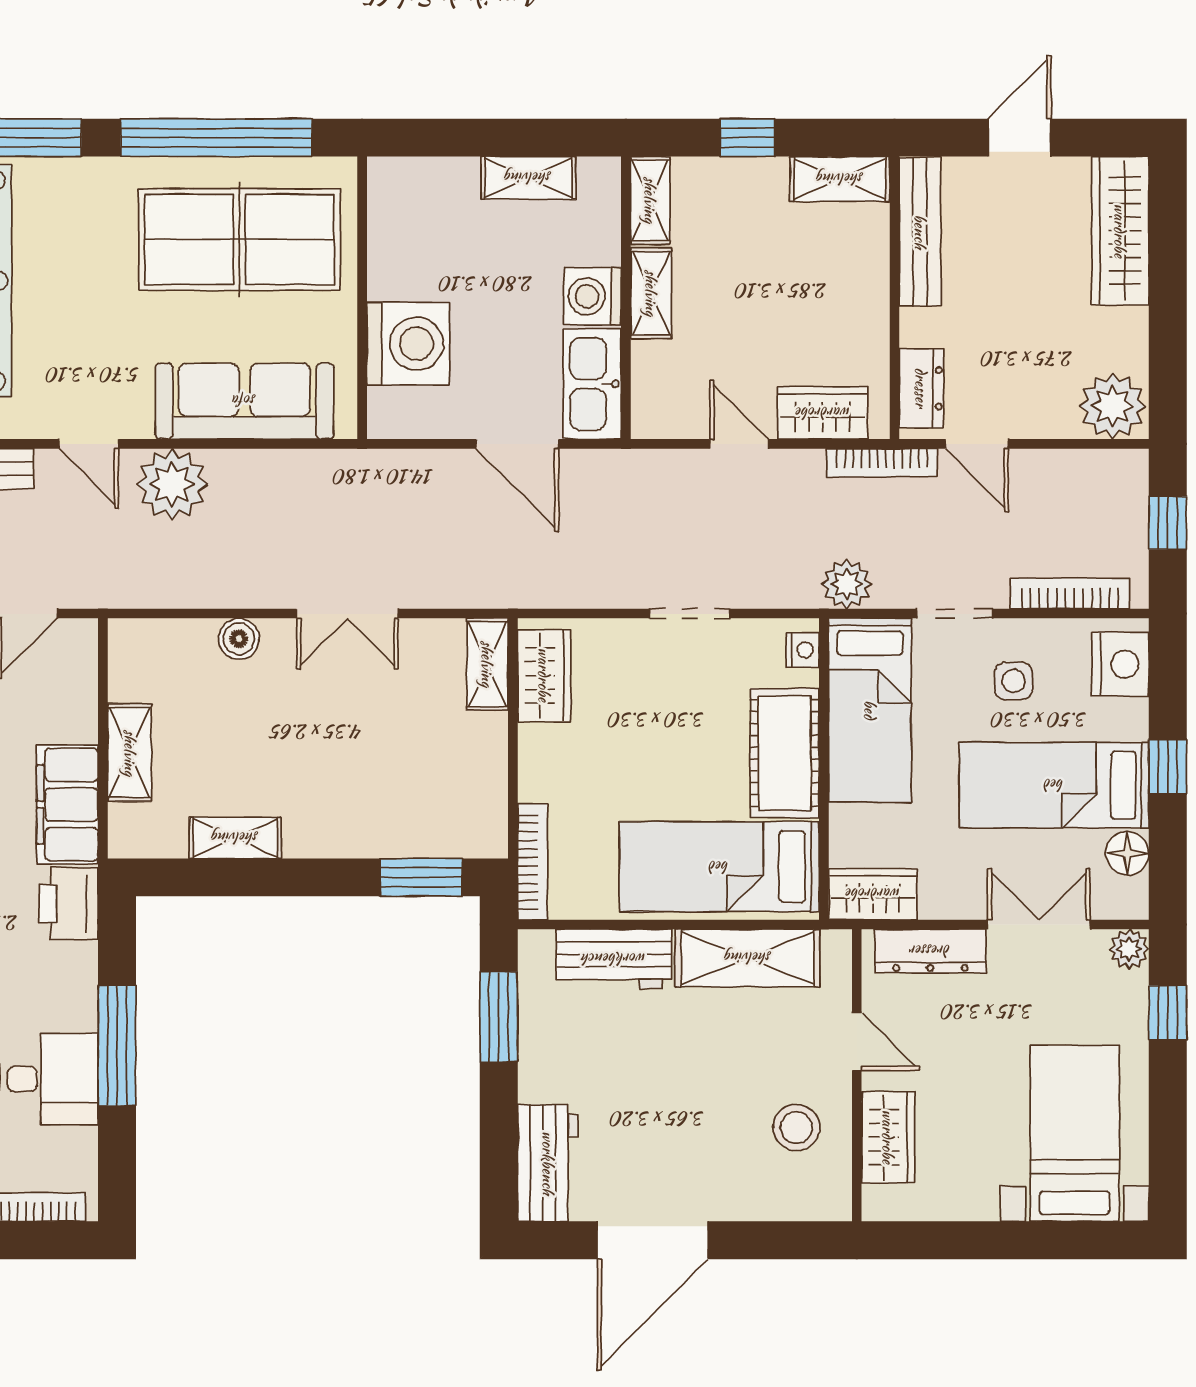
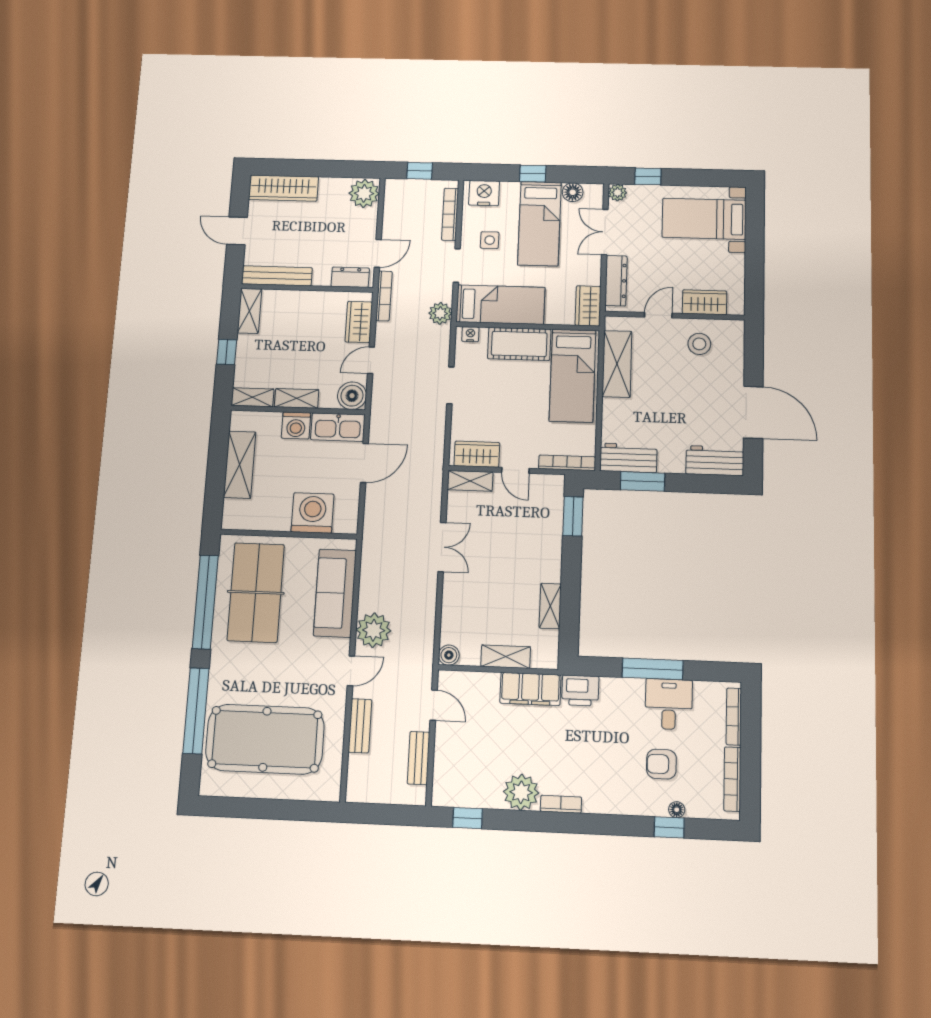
shelving: (528, 178) -> (240, 465), width x1.50, depth x1.33
boiler: (661, 409) -> (352, 396), added
boiler: (239, 639) -> (449, 655), moved
door: (513, 756) -> (515, 470), added
workbench: (614, 959) -> (628, 458), moved, turned -90

